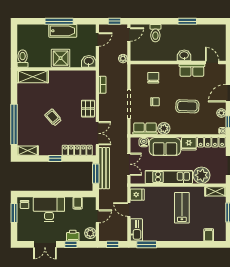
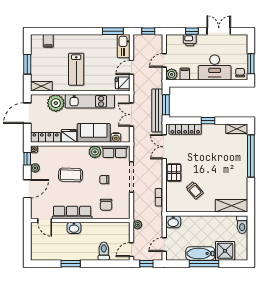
shower: (61, 58) -> (225, 251), moved
row of seats: (192, 70) -> (72, 212), width x1.48
trolley: (53, 117) -> (195, 190), moved
door: (129, 210) -> (131, 67), swing flipped
plant: (90, 233) -> (172, 74), moved

